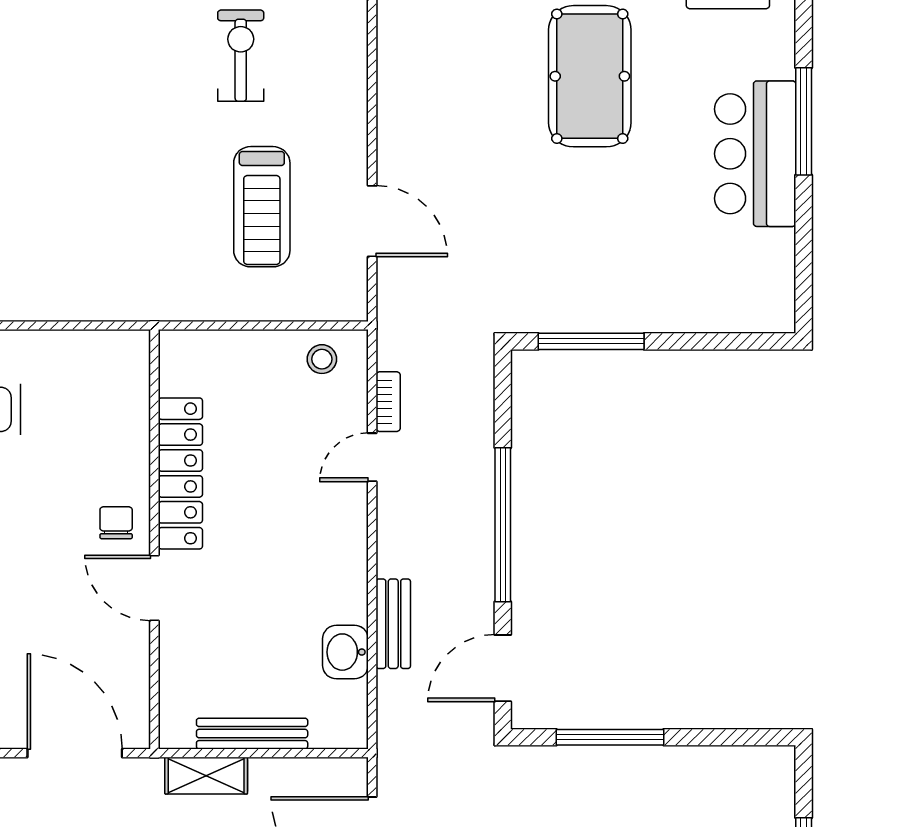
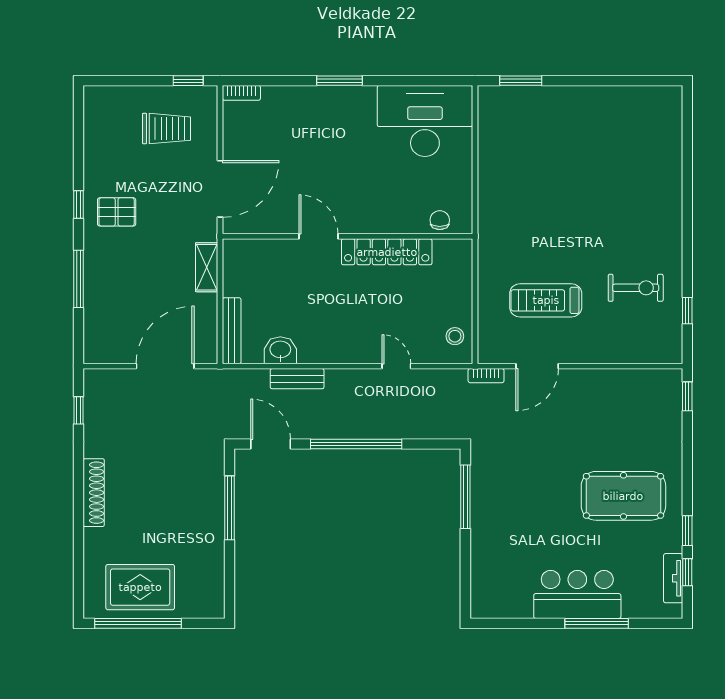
bookcase: (388, 402) -> (486, 376), moved
chair: (116, 523) -> (440, 220), moved, turned -90
door: (154, 588) -> (318, 236), hinge flipped
bench: (252, 734) -> (232, 331), moved

